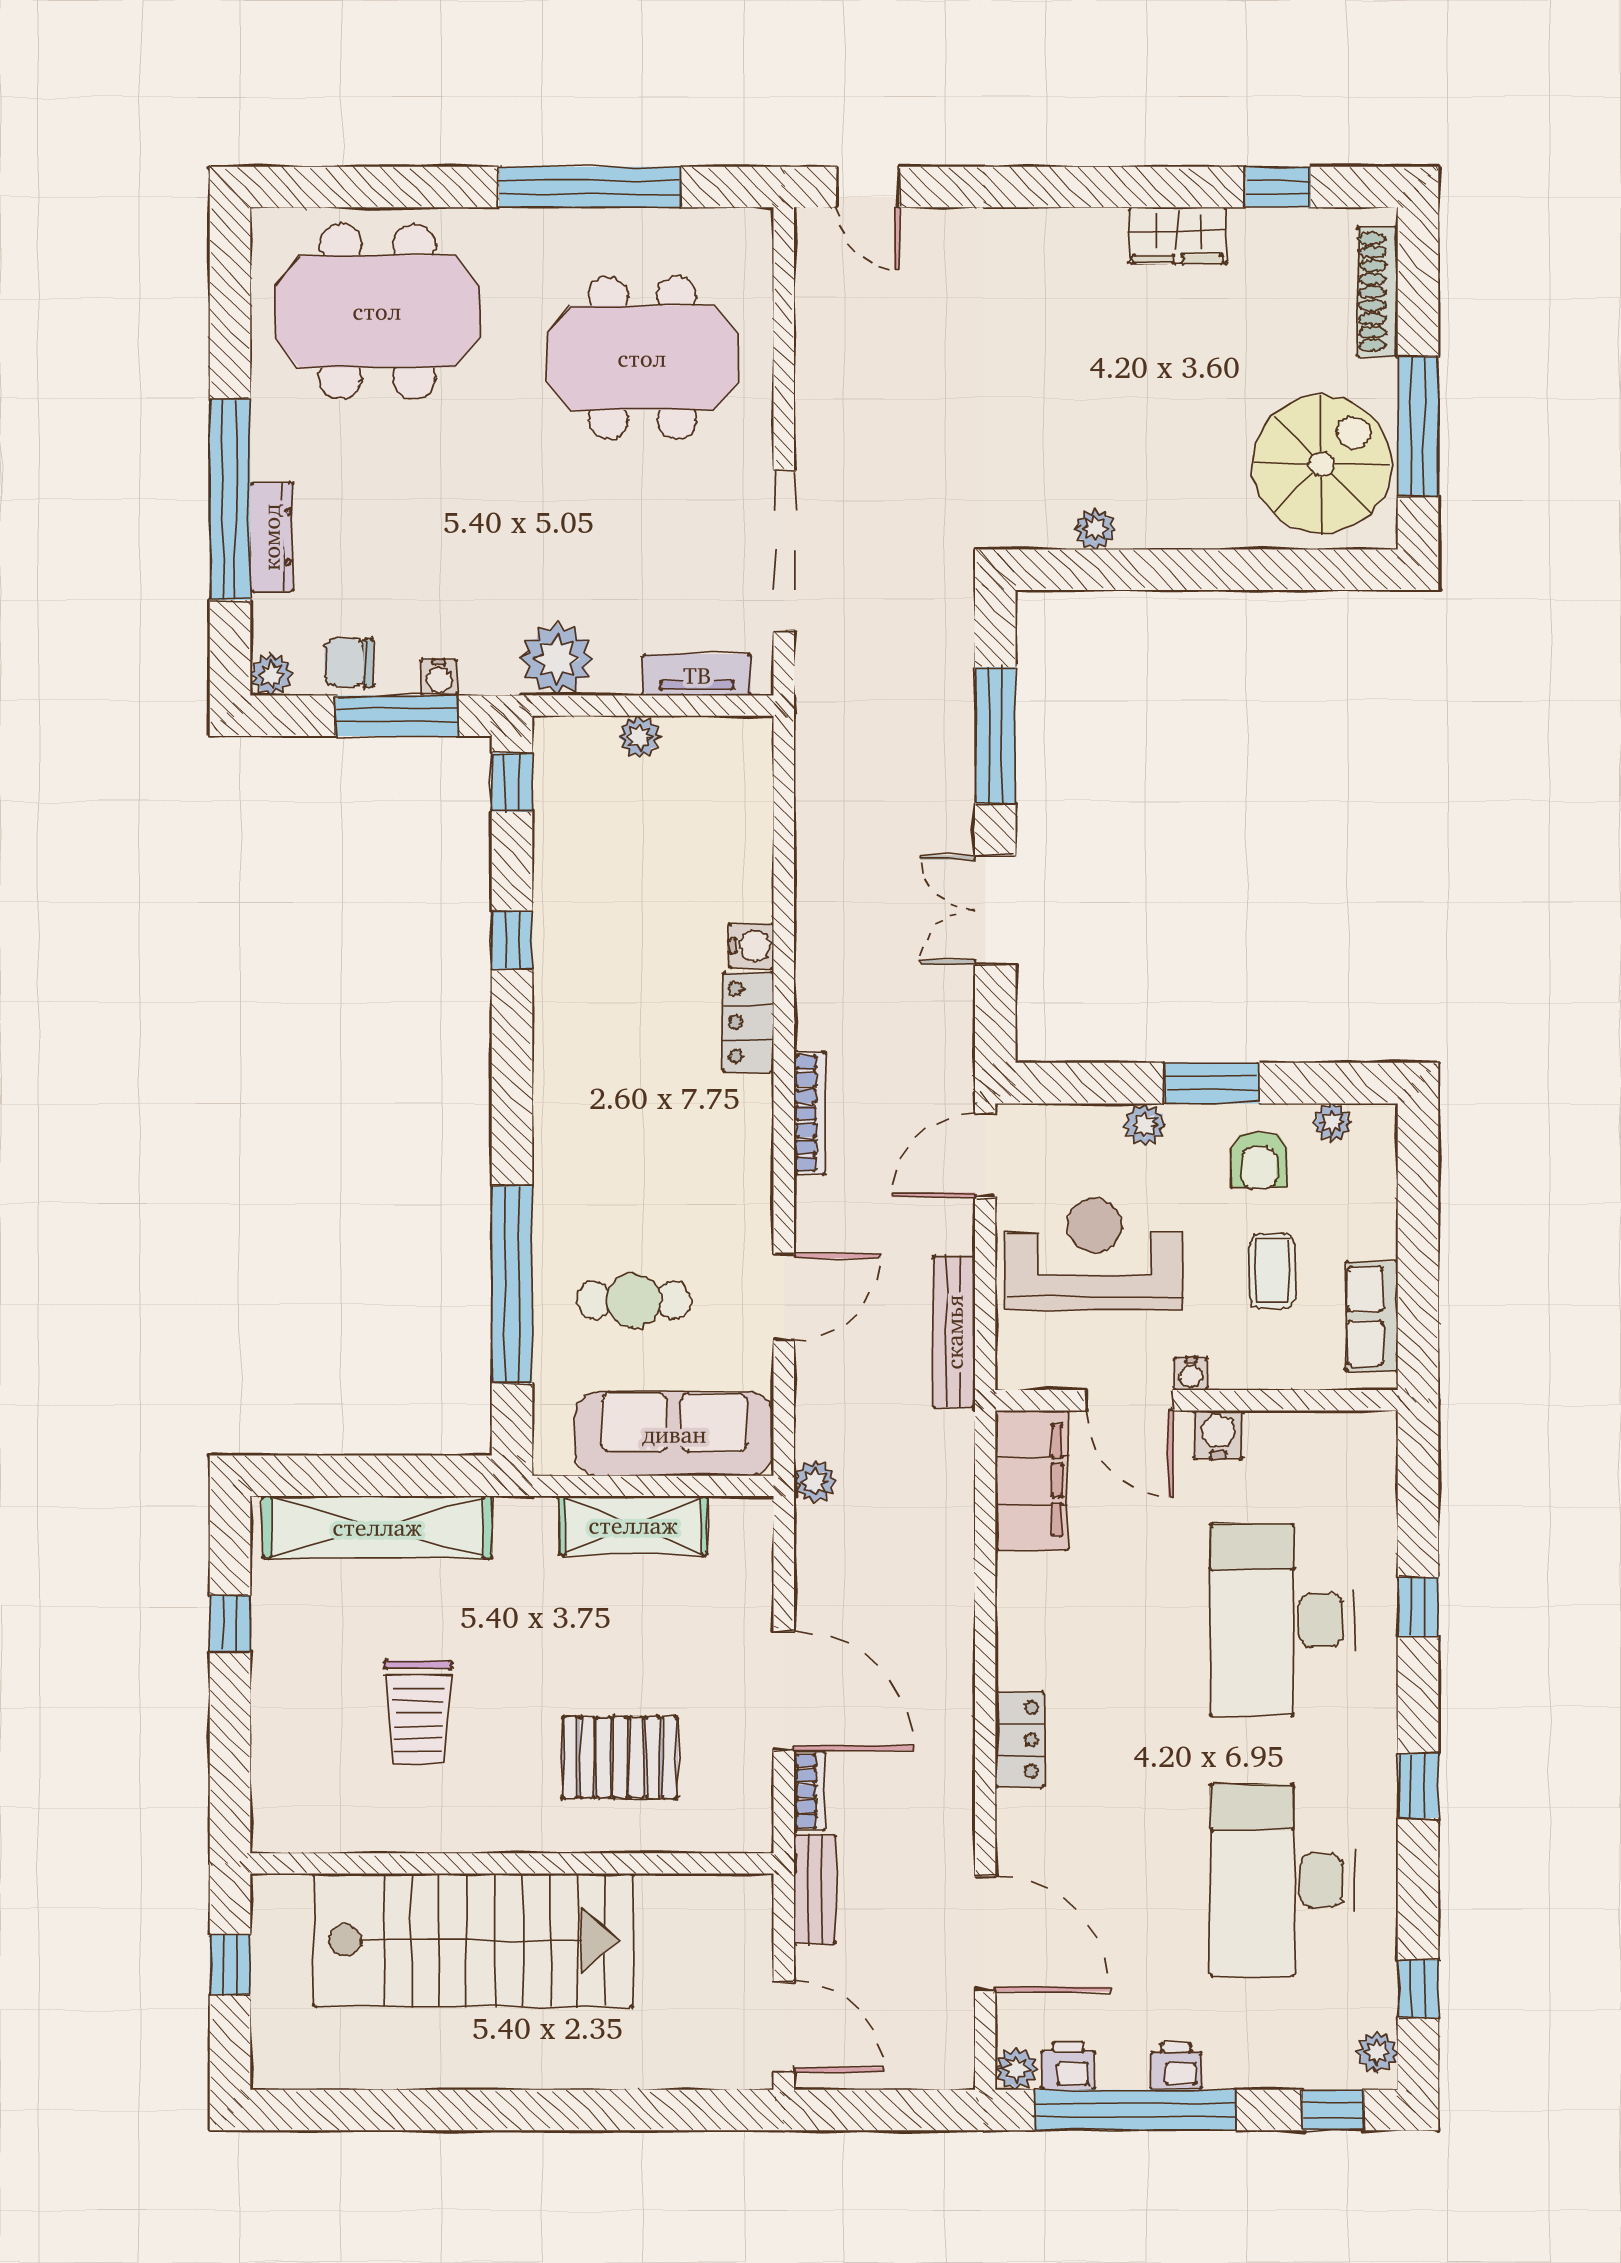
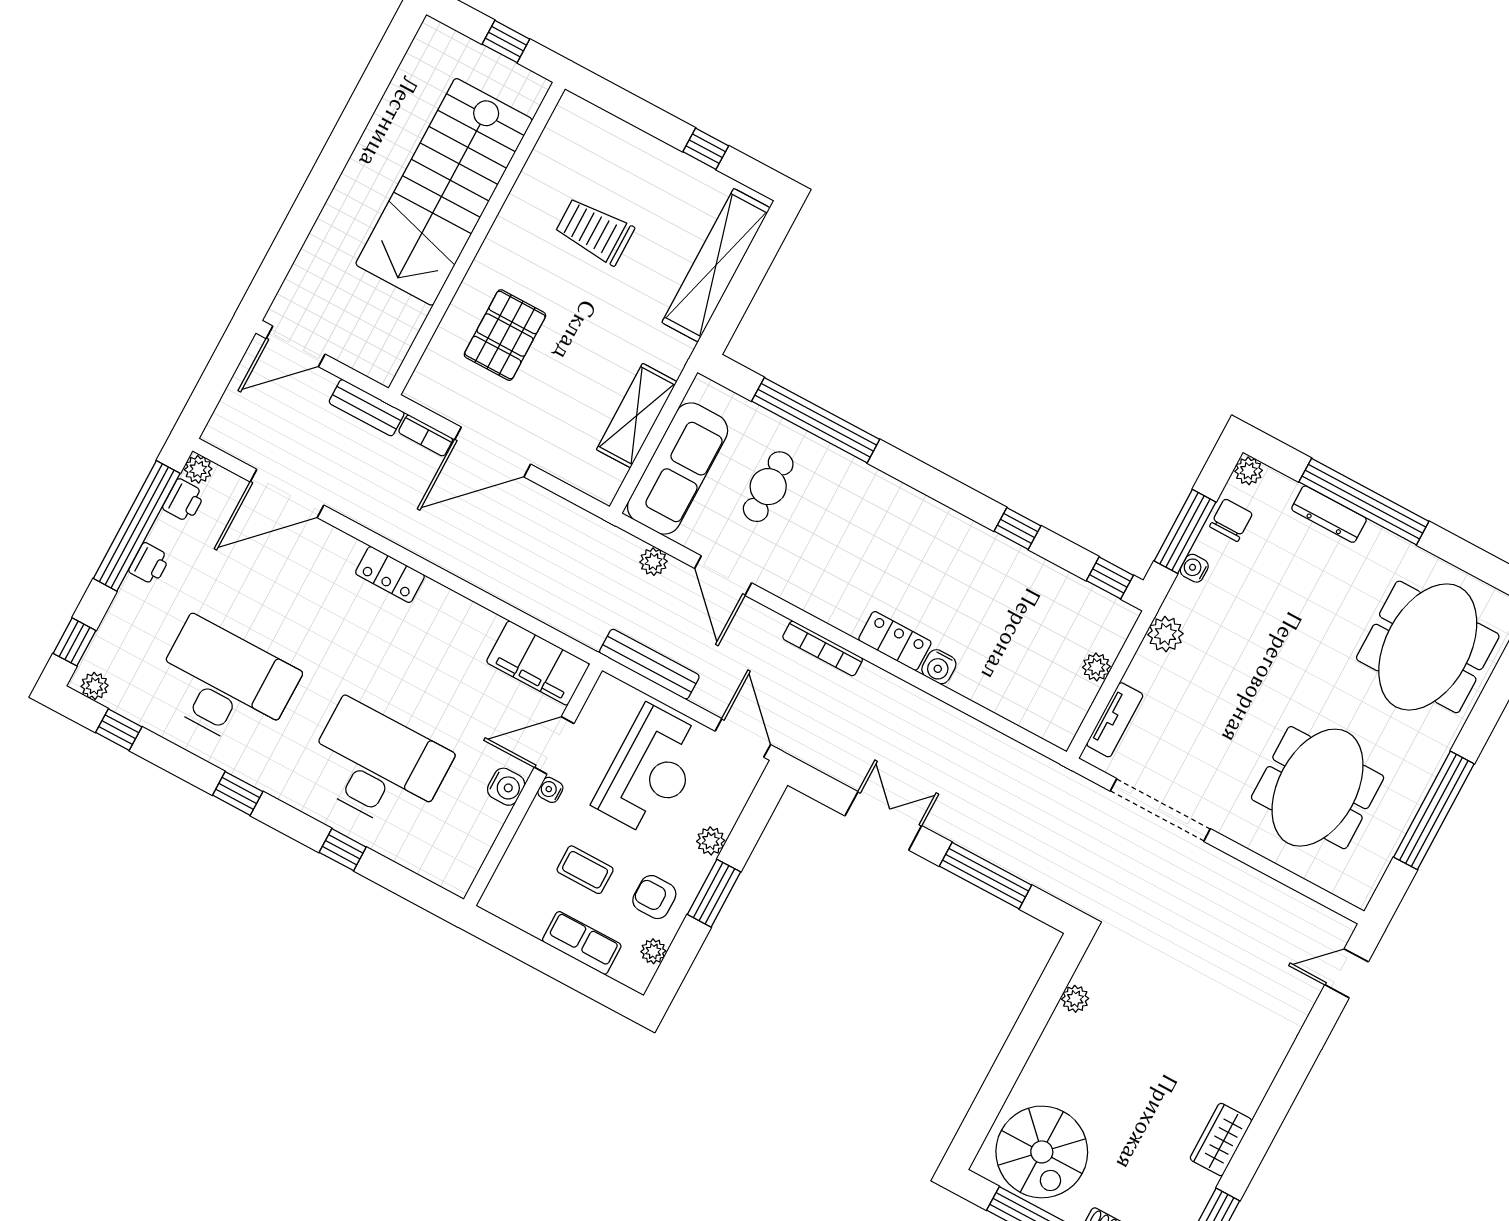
plant: (557, 659) -> (1165, 634), width x0.73, depth x0.73
row of seats: (1372, 1316) -> (582, 943), moved
plant: (815, 1481) -> (653, 562), moved

